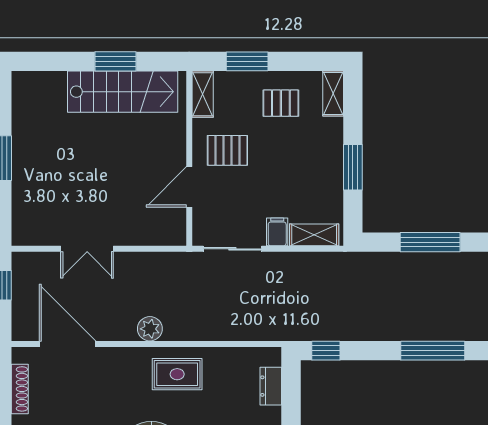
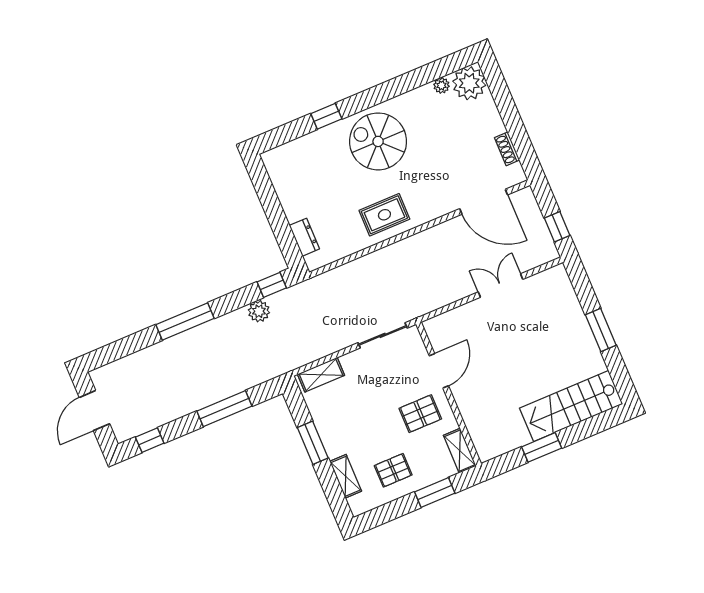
stairs: (123, 92) -> (571, 406), moved
shelving: (333, 94) -> (346, 476), moved
filing cabinet: (277, 232) -> (352, 364), removed
plant: (150, 329) -> (259, 311), moved
shoe rack: (20, 389) -> (507, 149), width x0.70

